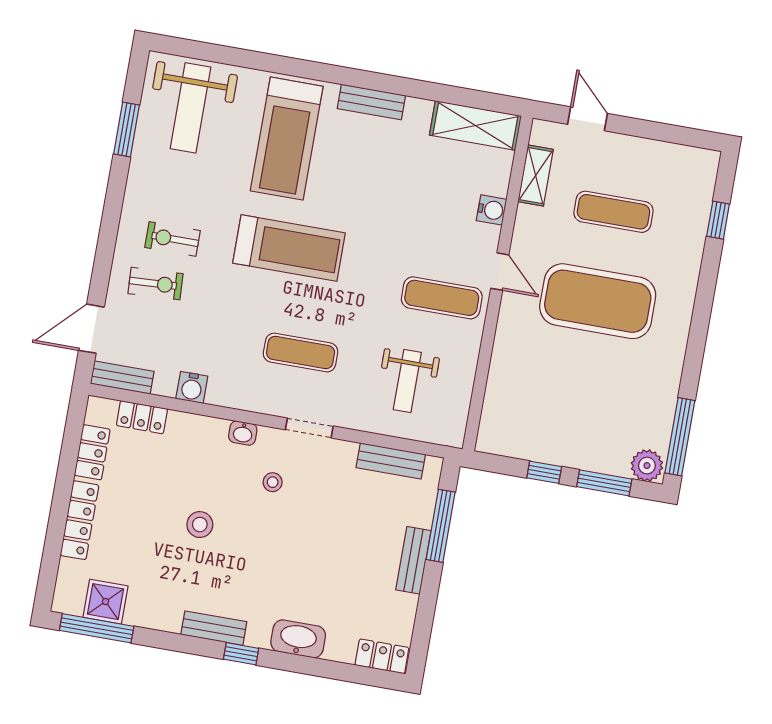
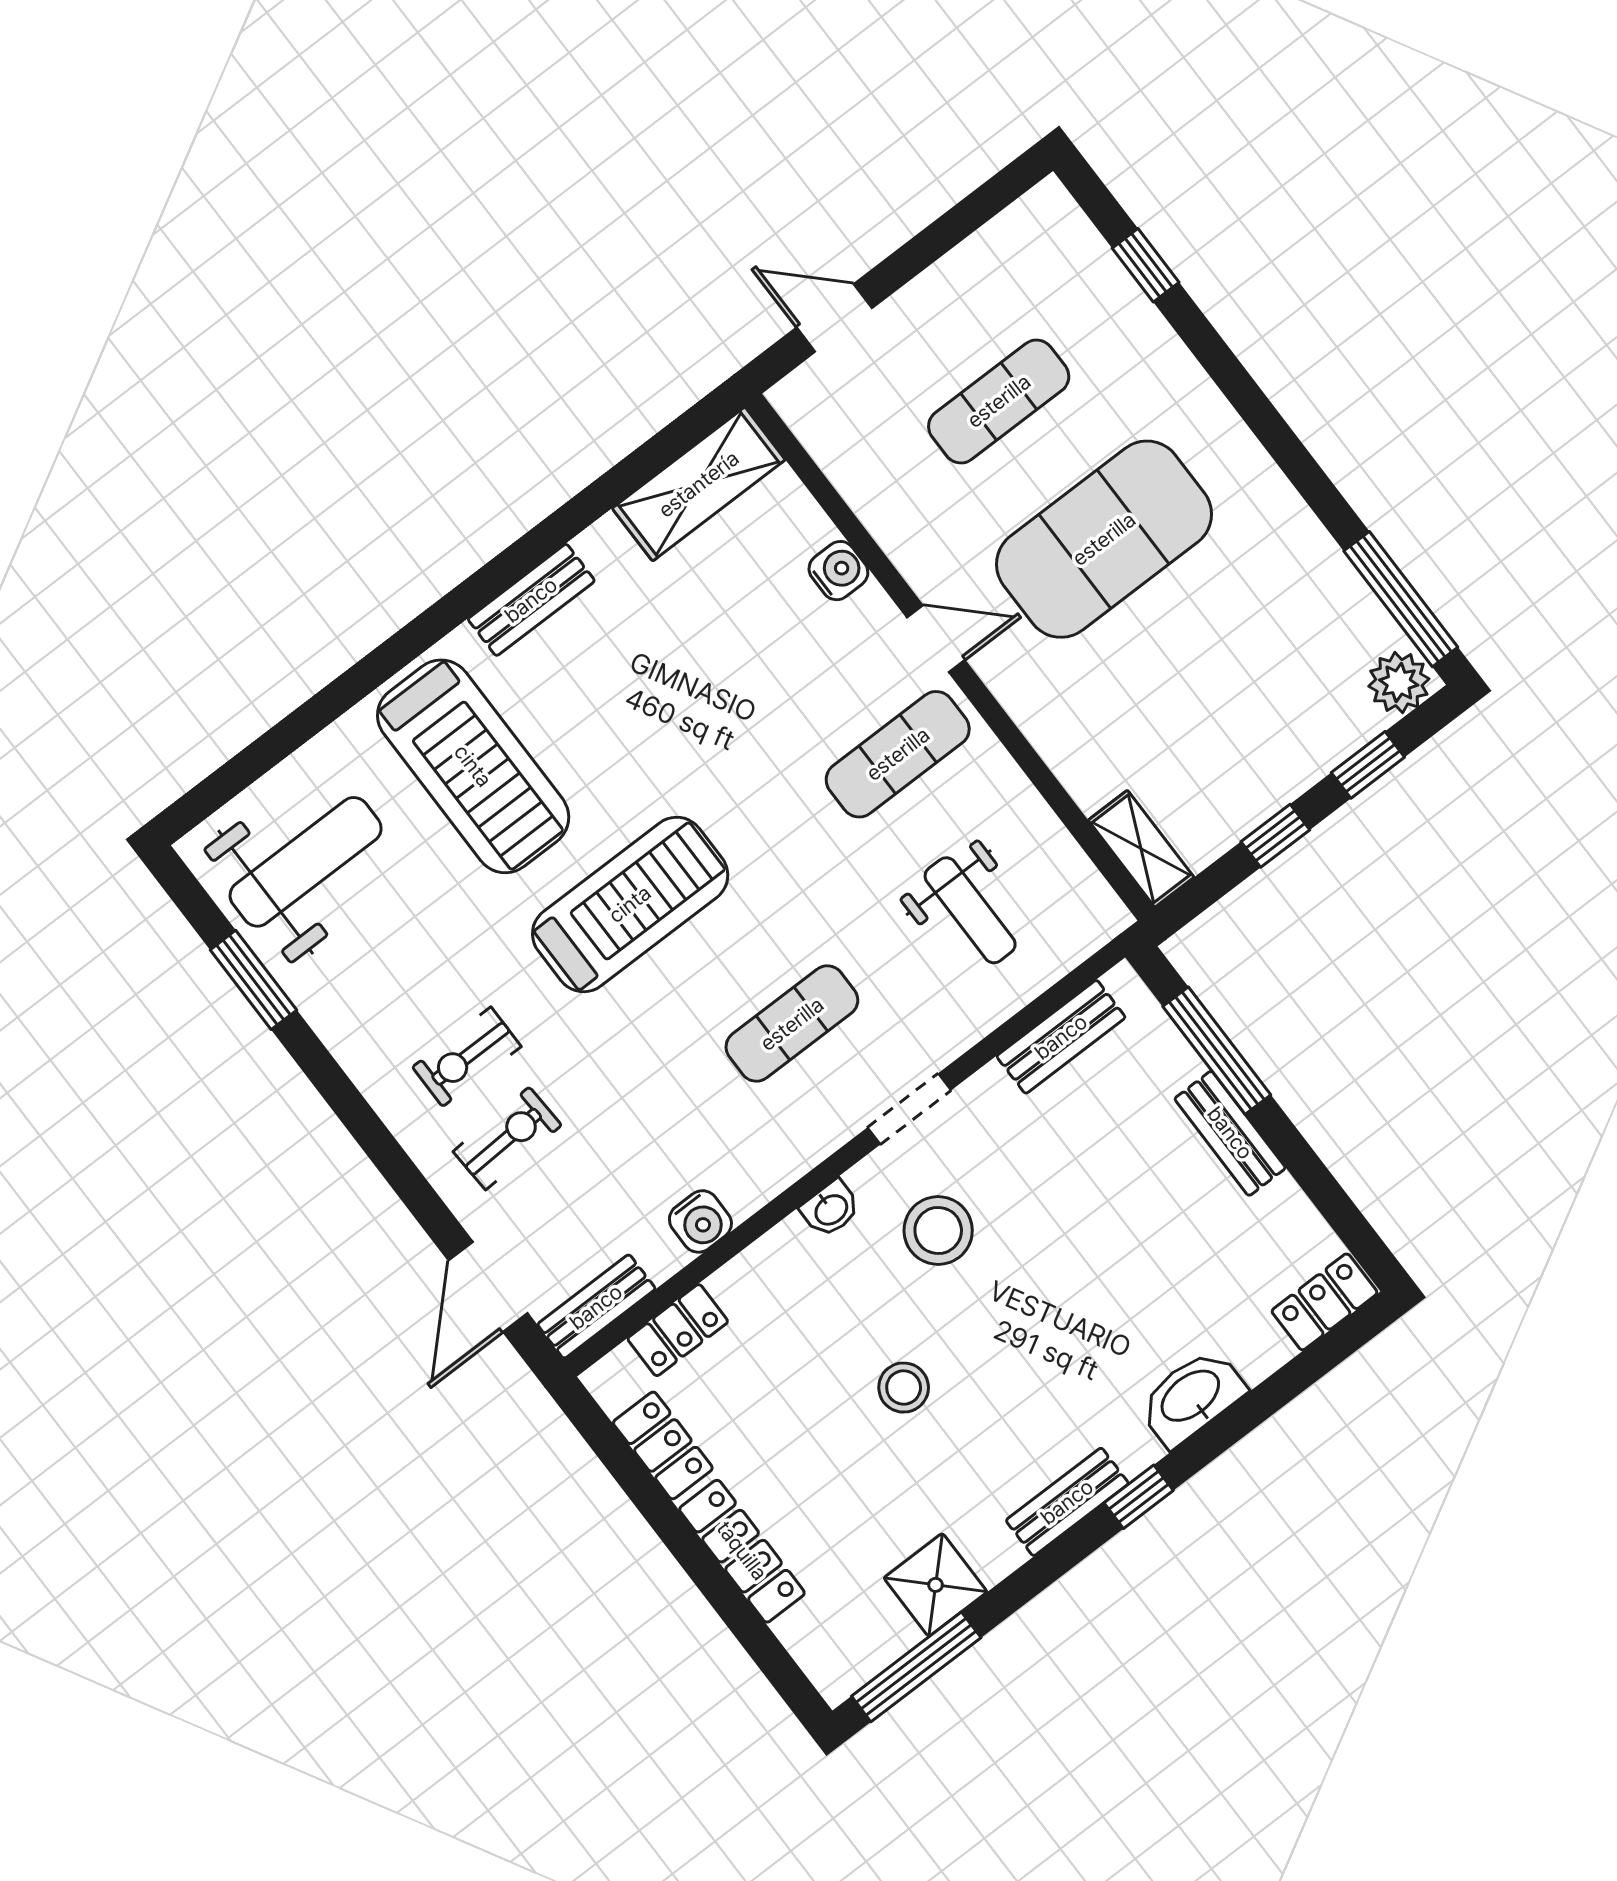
weight bench: (191, 108) -> (306, 862), turned -90
shelving: (536, 176) -> (1141, 849), moved
stool: (273, 482) -> (938, 1230), width x1.89, depth x1.89
window: (604, 483) -> (1368, 765), width x0.67
shower: (106, 602) -> (936, 1585), moved

